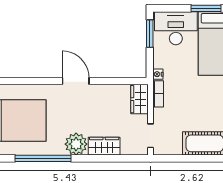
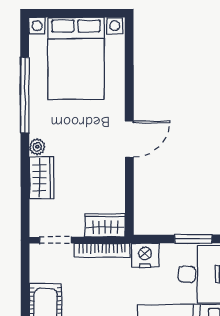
nightstand: (158, 74) -> (145, 255), width x1.89, depth x1.79
bookcase: (158, 94) -> (102, 250), width x1.56
plant: (76, 144) -> (37, 147), width x0.53, depth x0.53

